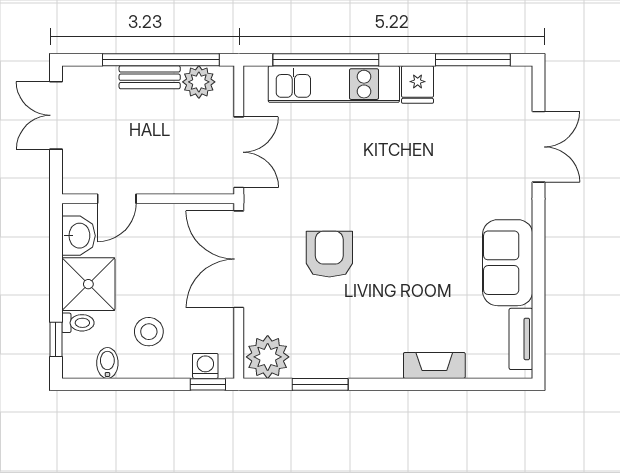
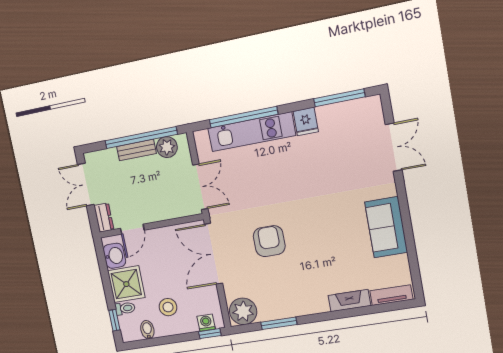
dresser: (74, 172) -> (104, 218), added
tv unit: (521, 339) -> (391, 295), moved, turned 90

